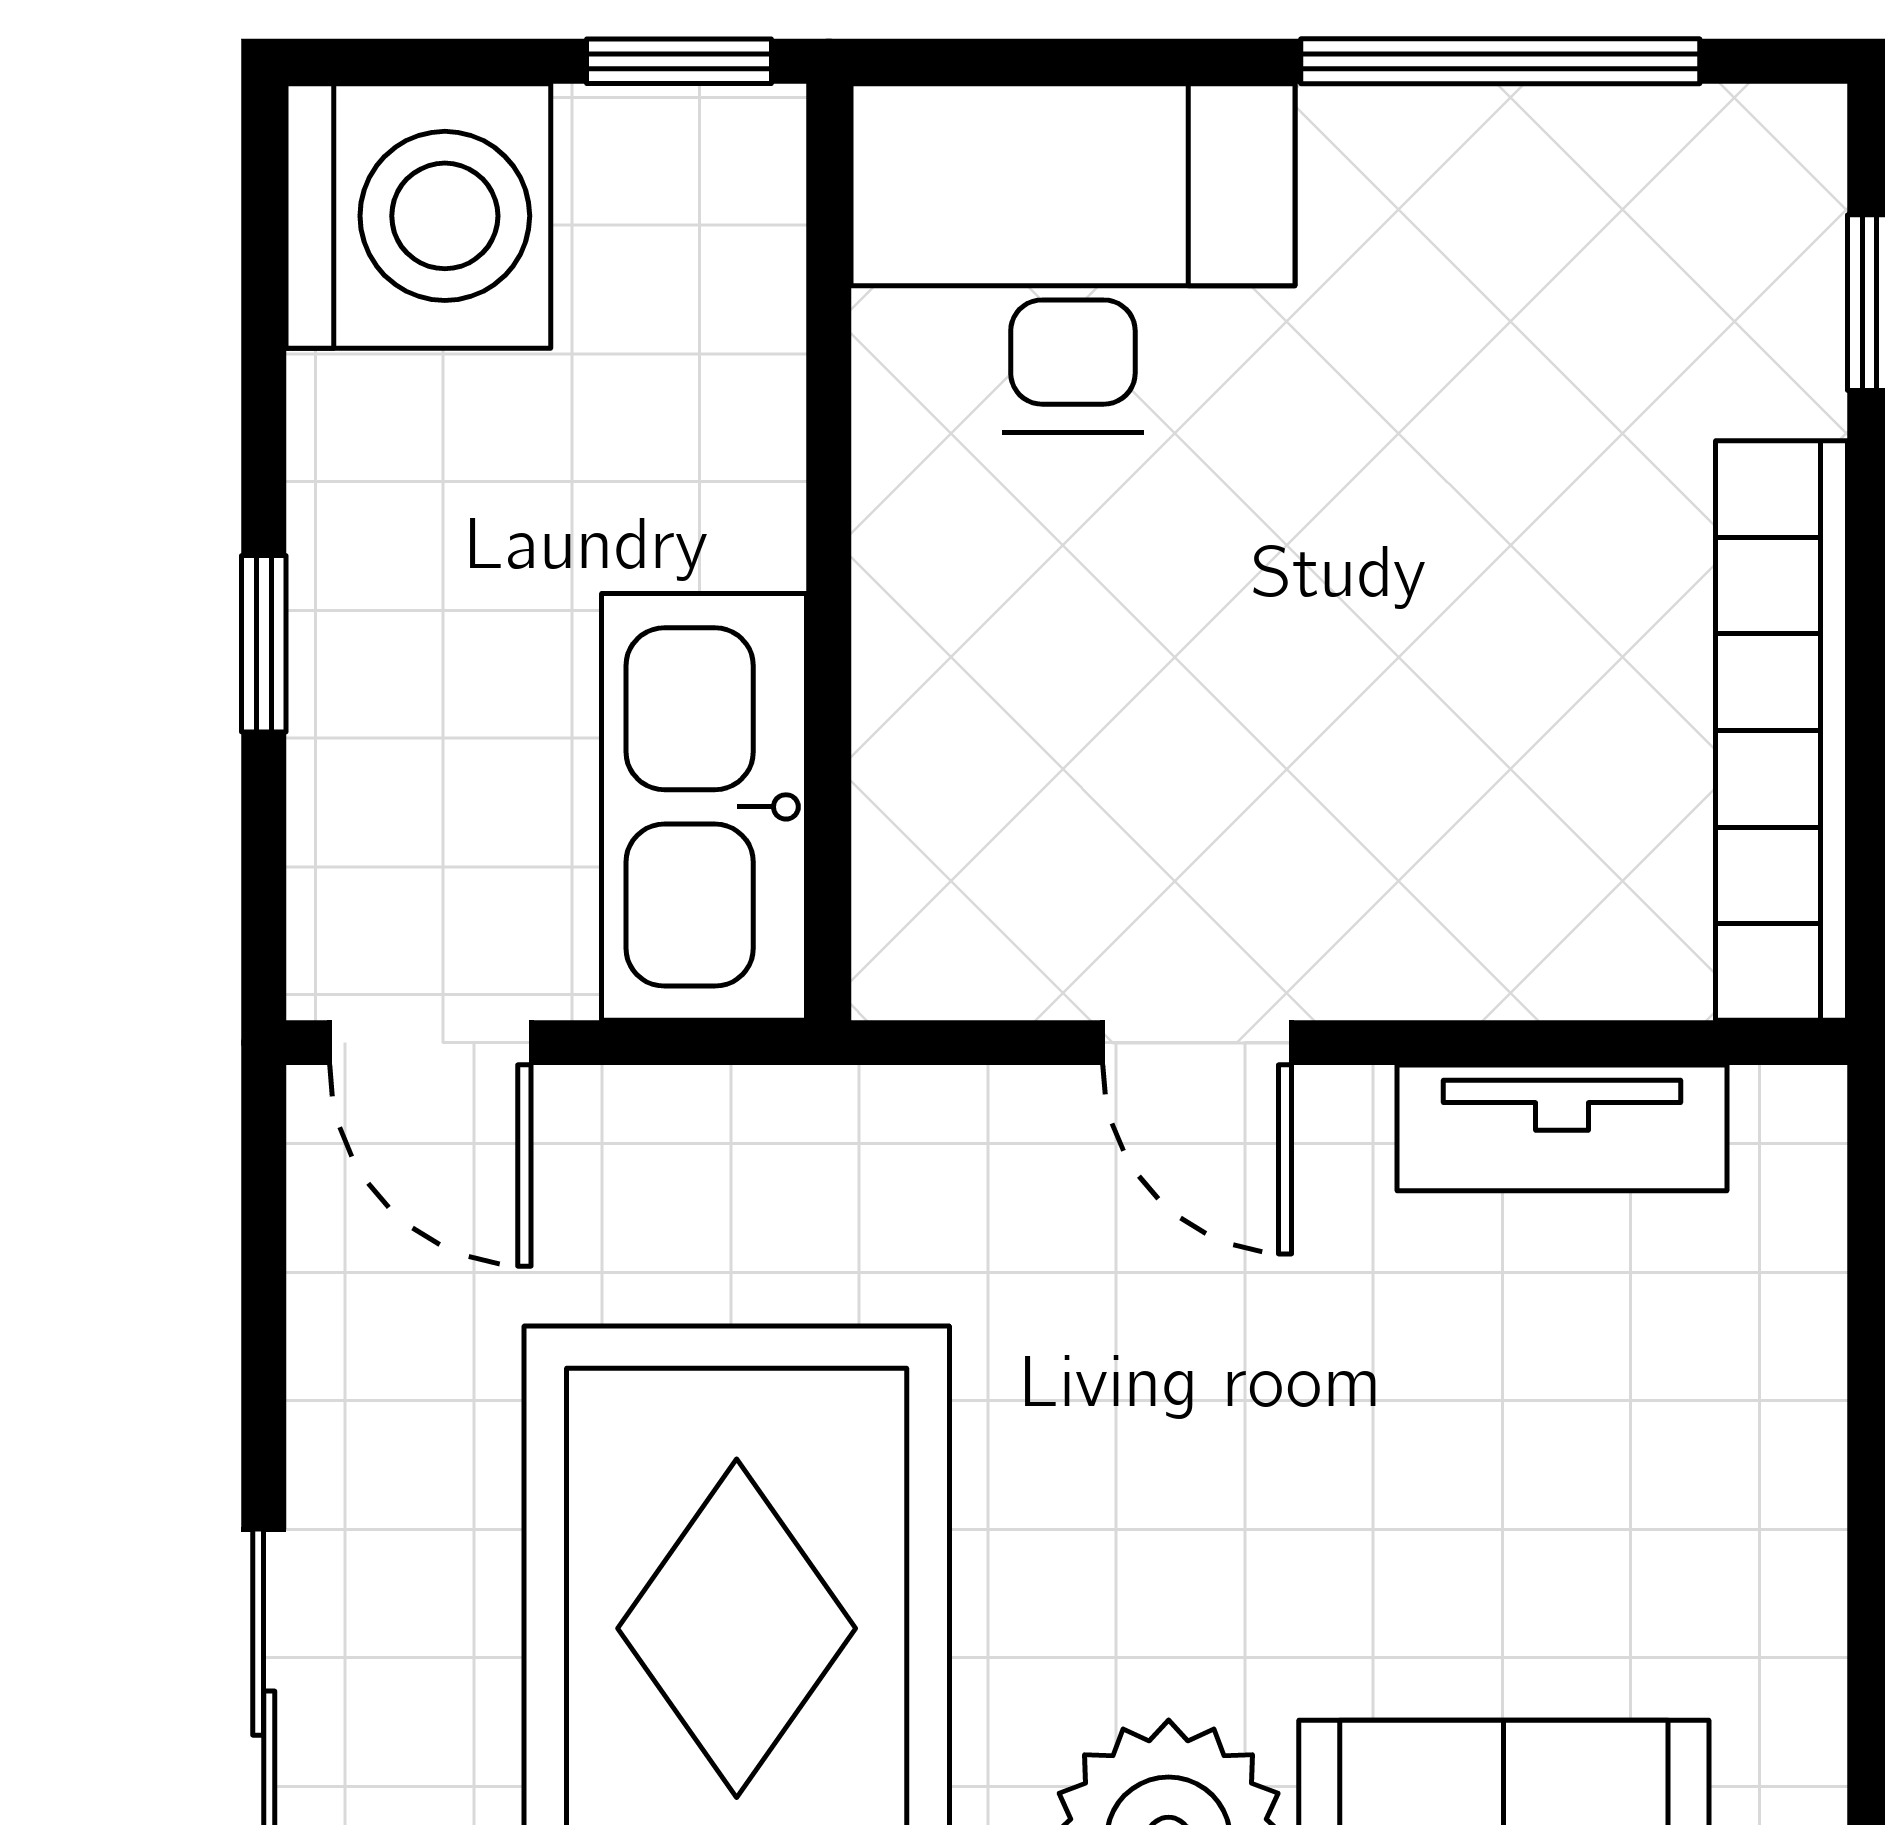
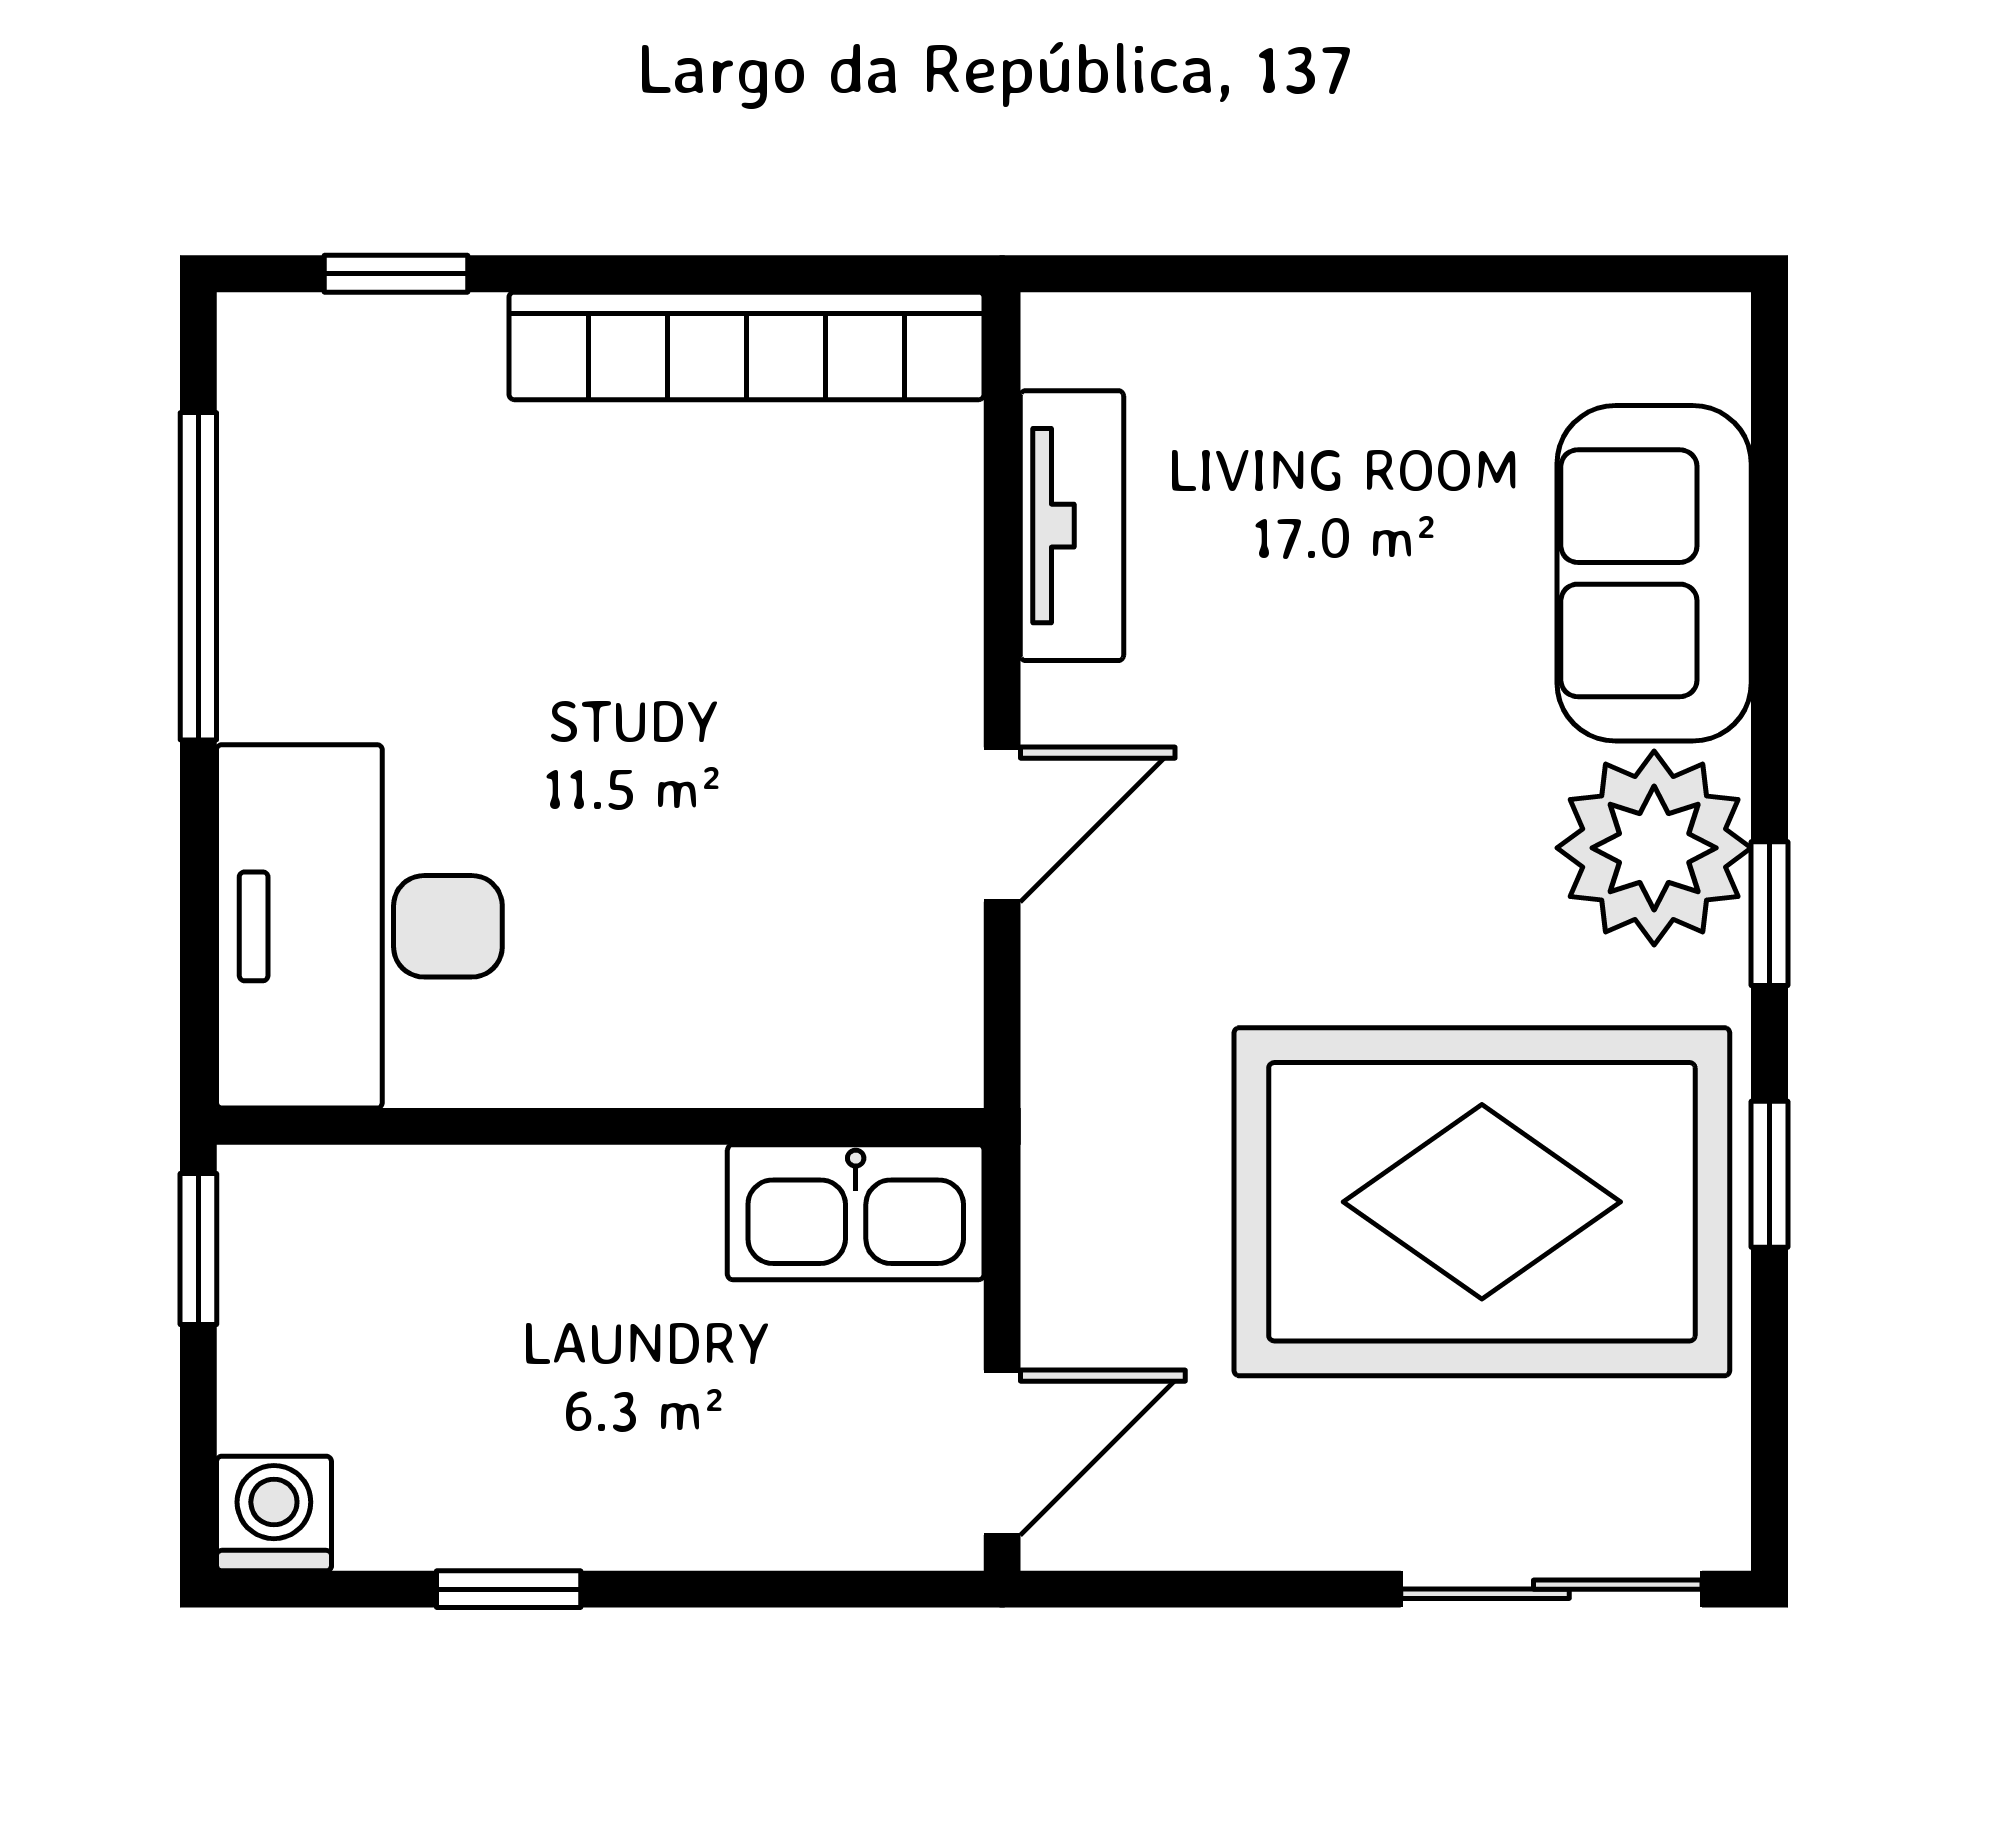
washing machine: (418, 216) -> (274, 1514), width x0.53, depth x0.53
window: (264, 644) -> (509, 1589), moved
kitchen sink: (704, 807) -> (856, 1212), width x0.73, depth x0.81

